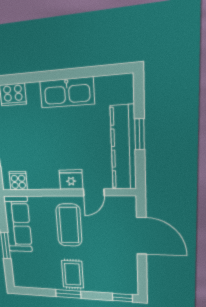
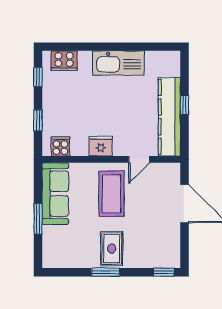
window: (140, 134) -> (184, 105), width x0.67
fridge: (71, 180) -> (101, 146), moved

